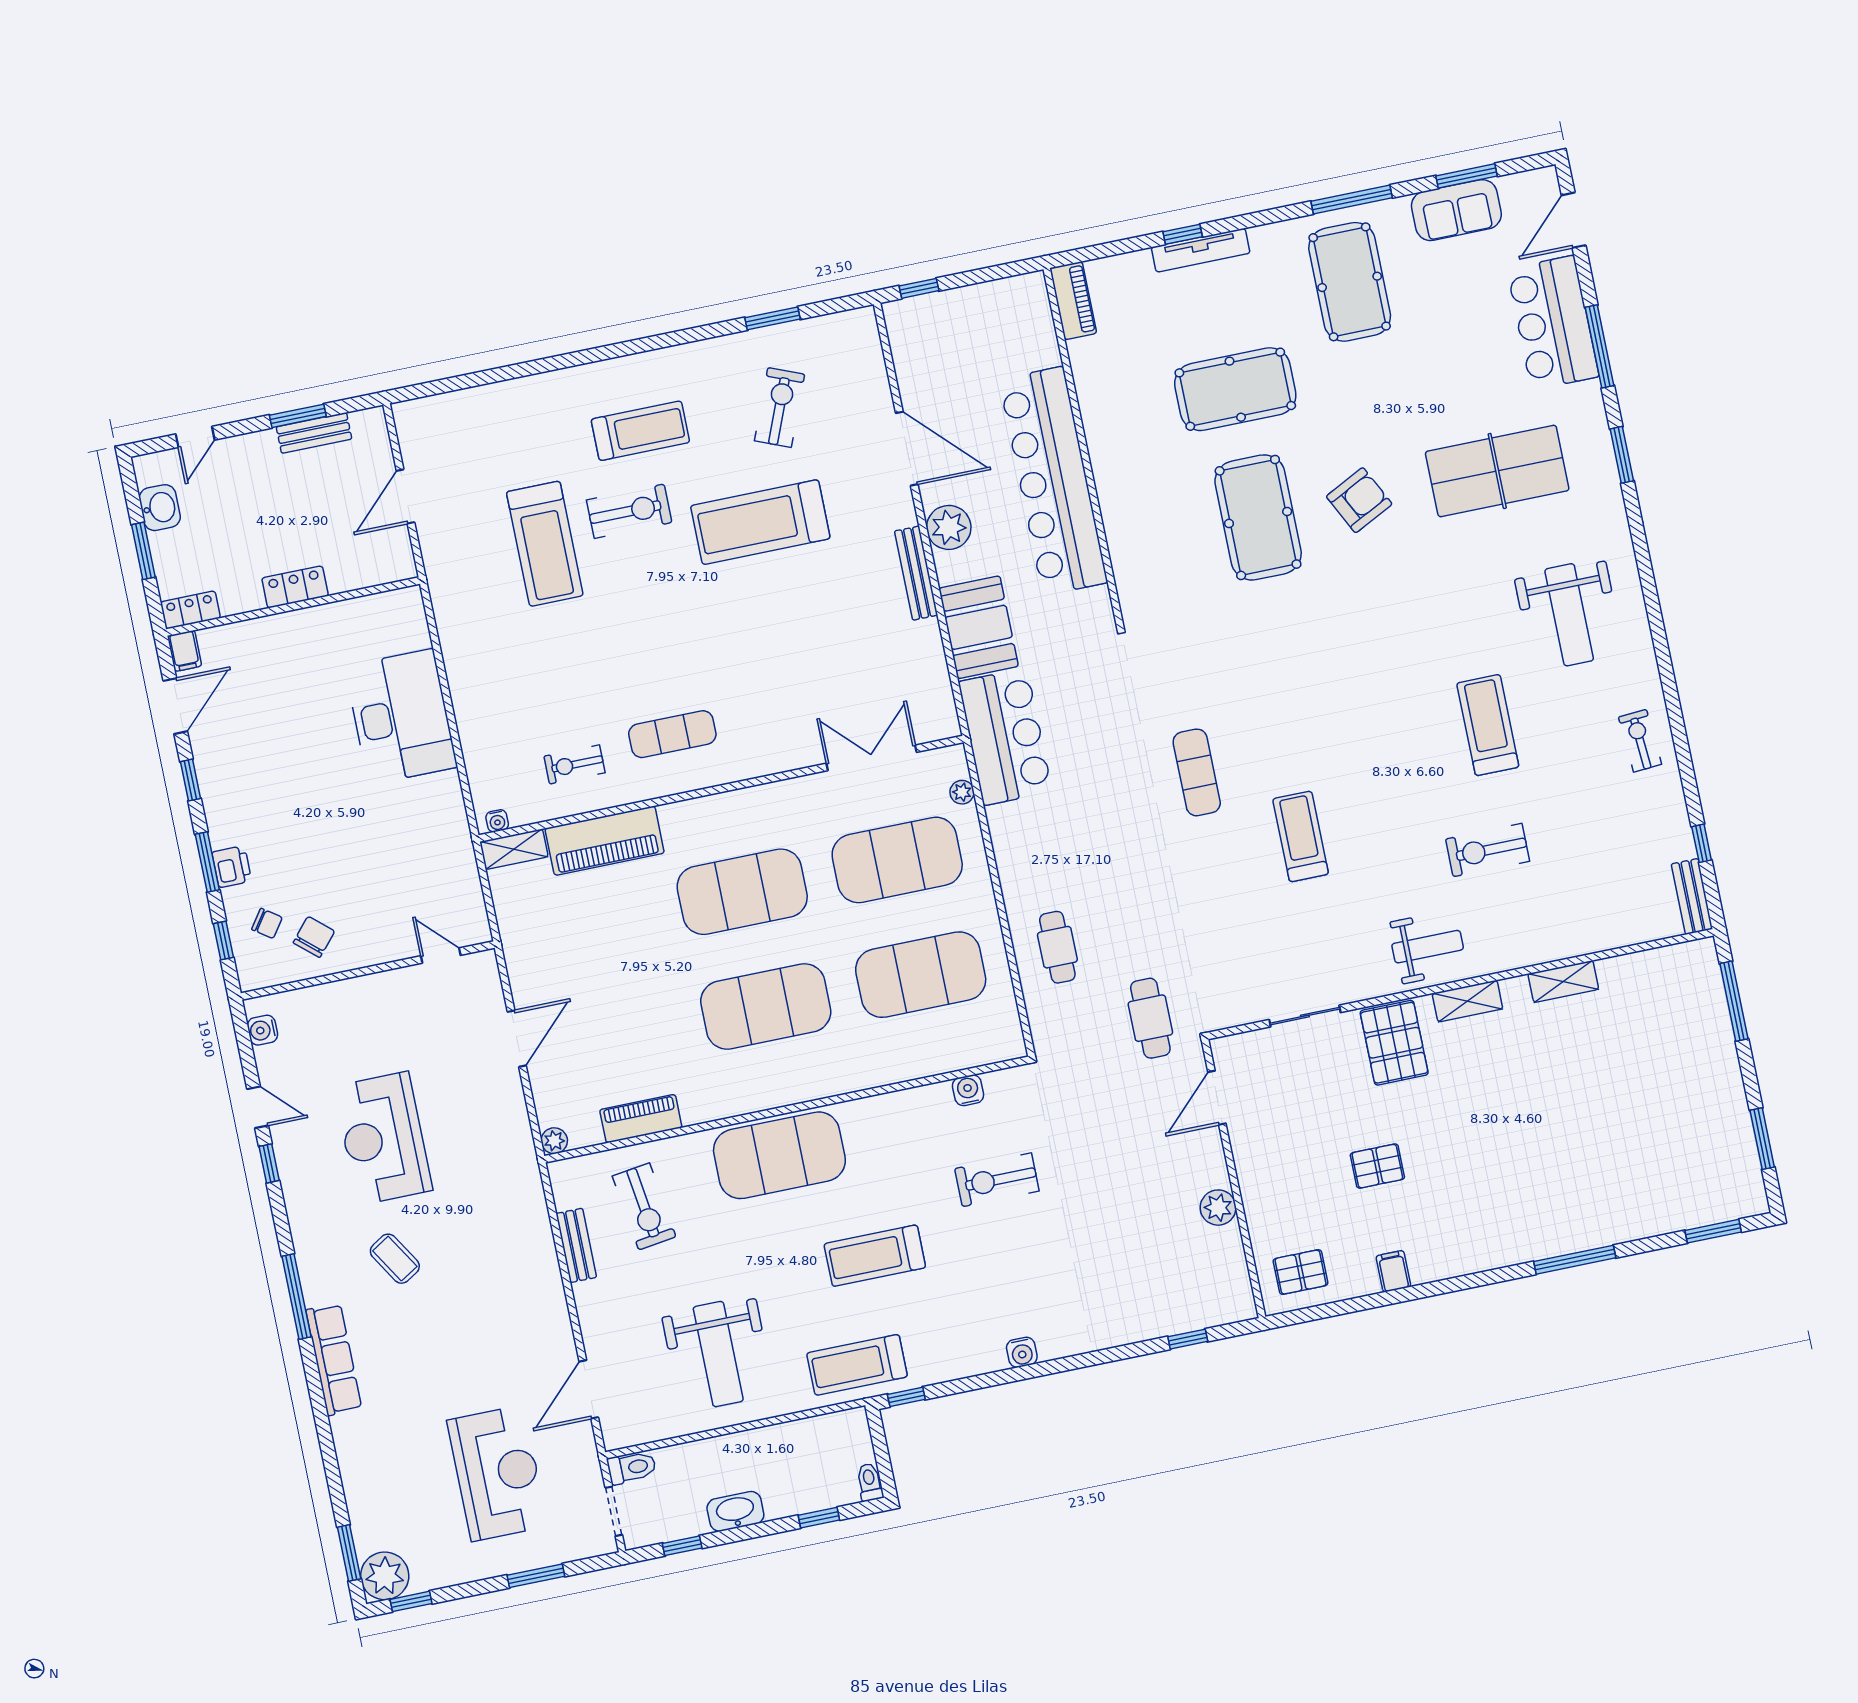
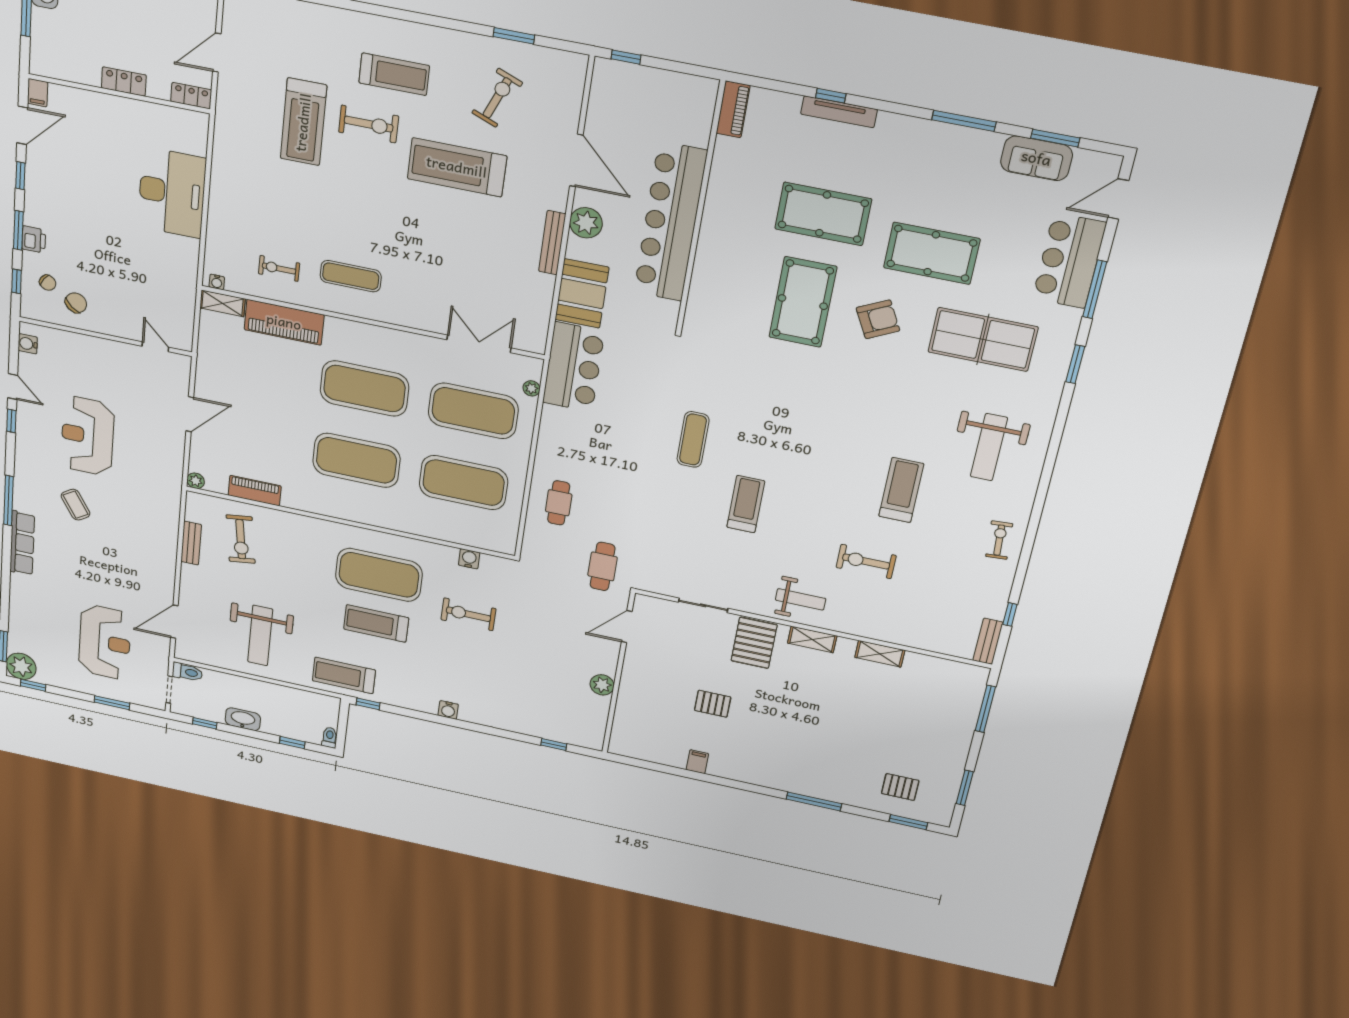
pool table: (1350, 282) -> (932, 253), moved, turned 90
locker: (190, 610) -> (191, 96), moved
exercise mat: (779, 1155) -> (379, 575), moved
pallet: (1301, 1272) -> (900, 787), moved

